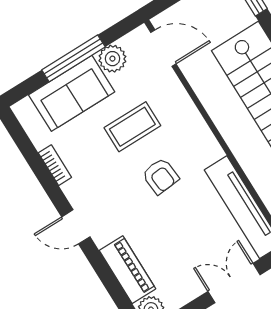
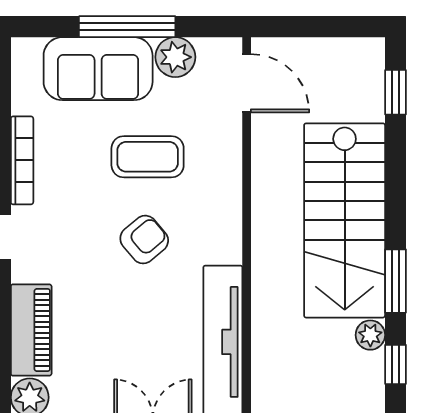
bookcase: (55, 165) -> (22, 160), width x1.56
armchair: (160, 176) -> (144, 240), turned -125

